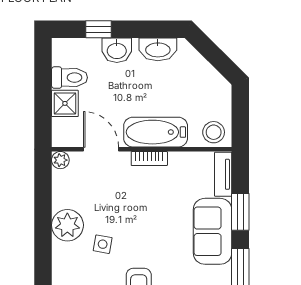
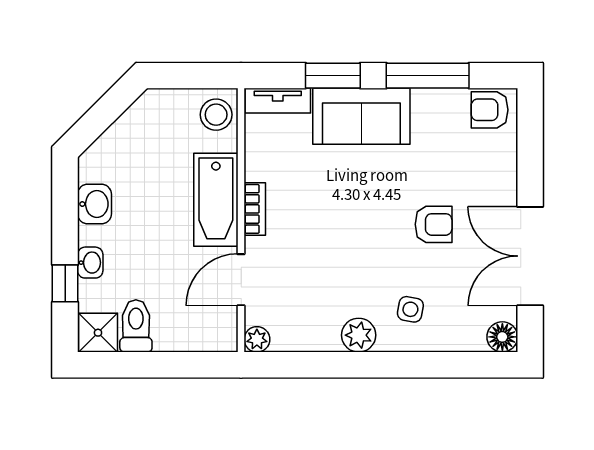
washbasin: (158, 49) -> (94, 204), width x0.72
washbasin: (117, 50) -> (90, 263), width x0.72, depth x0.69
shower: (65, 103) -> (98, 333), moved
plant: (67, 225) -> (359, 335), width x0.73, depth x0.73
side table: (103, 244) -> (410, 309), moved

